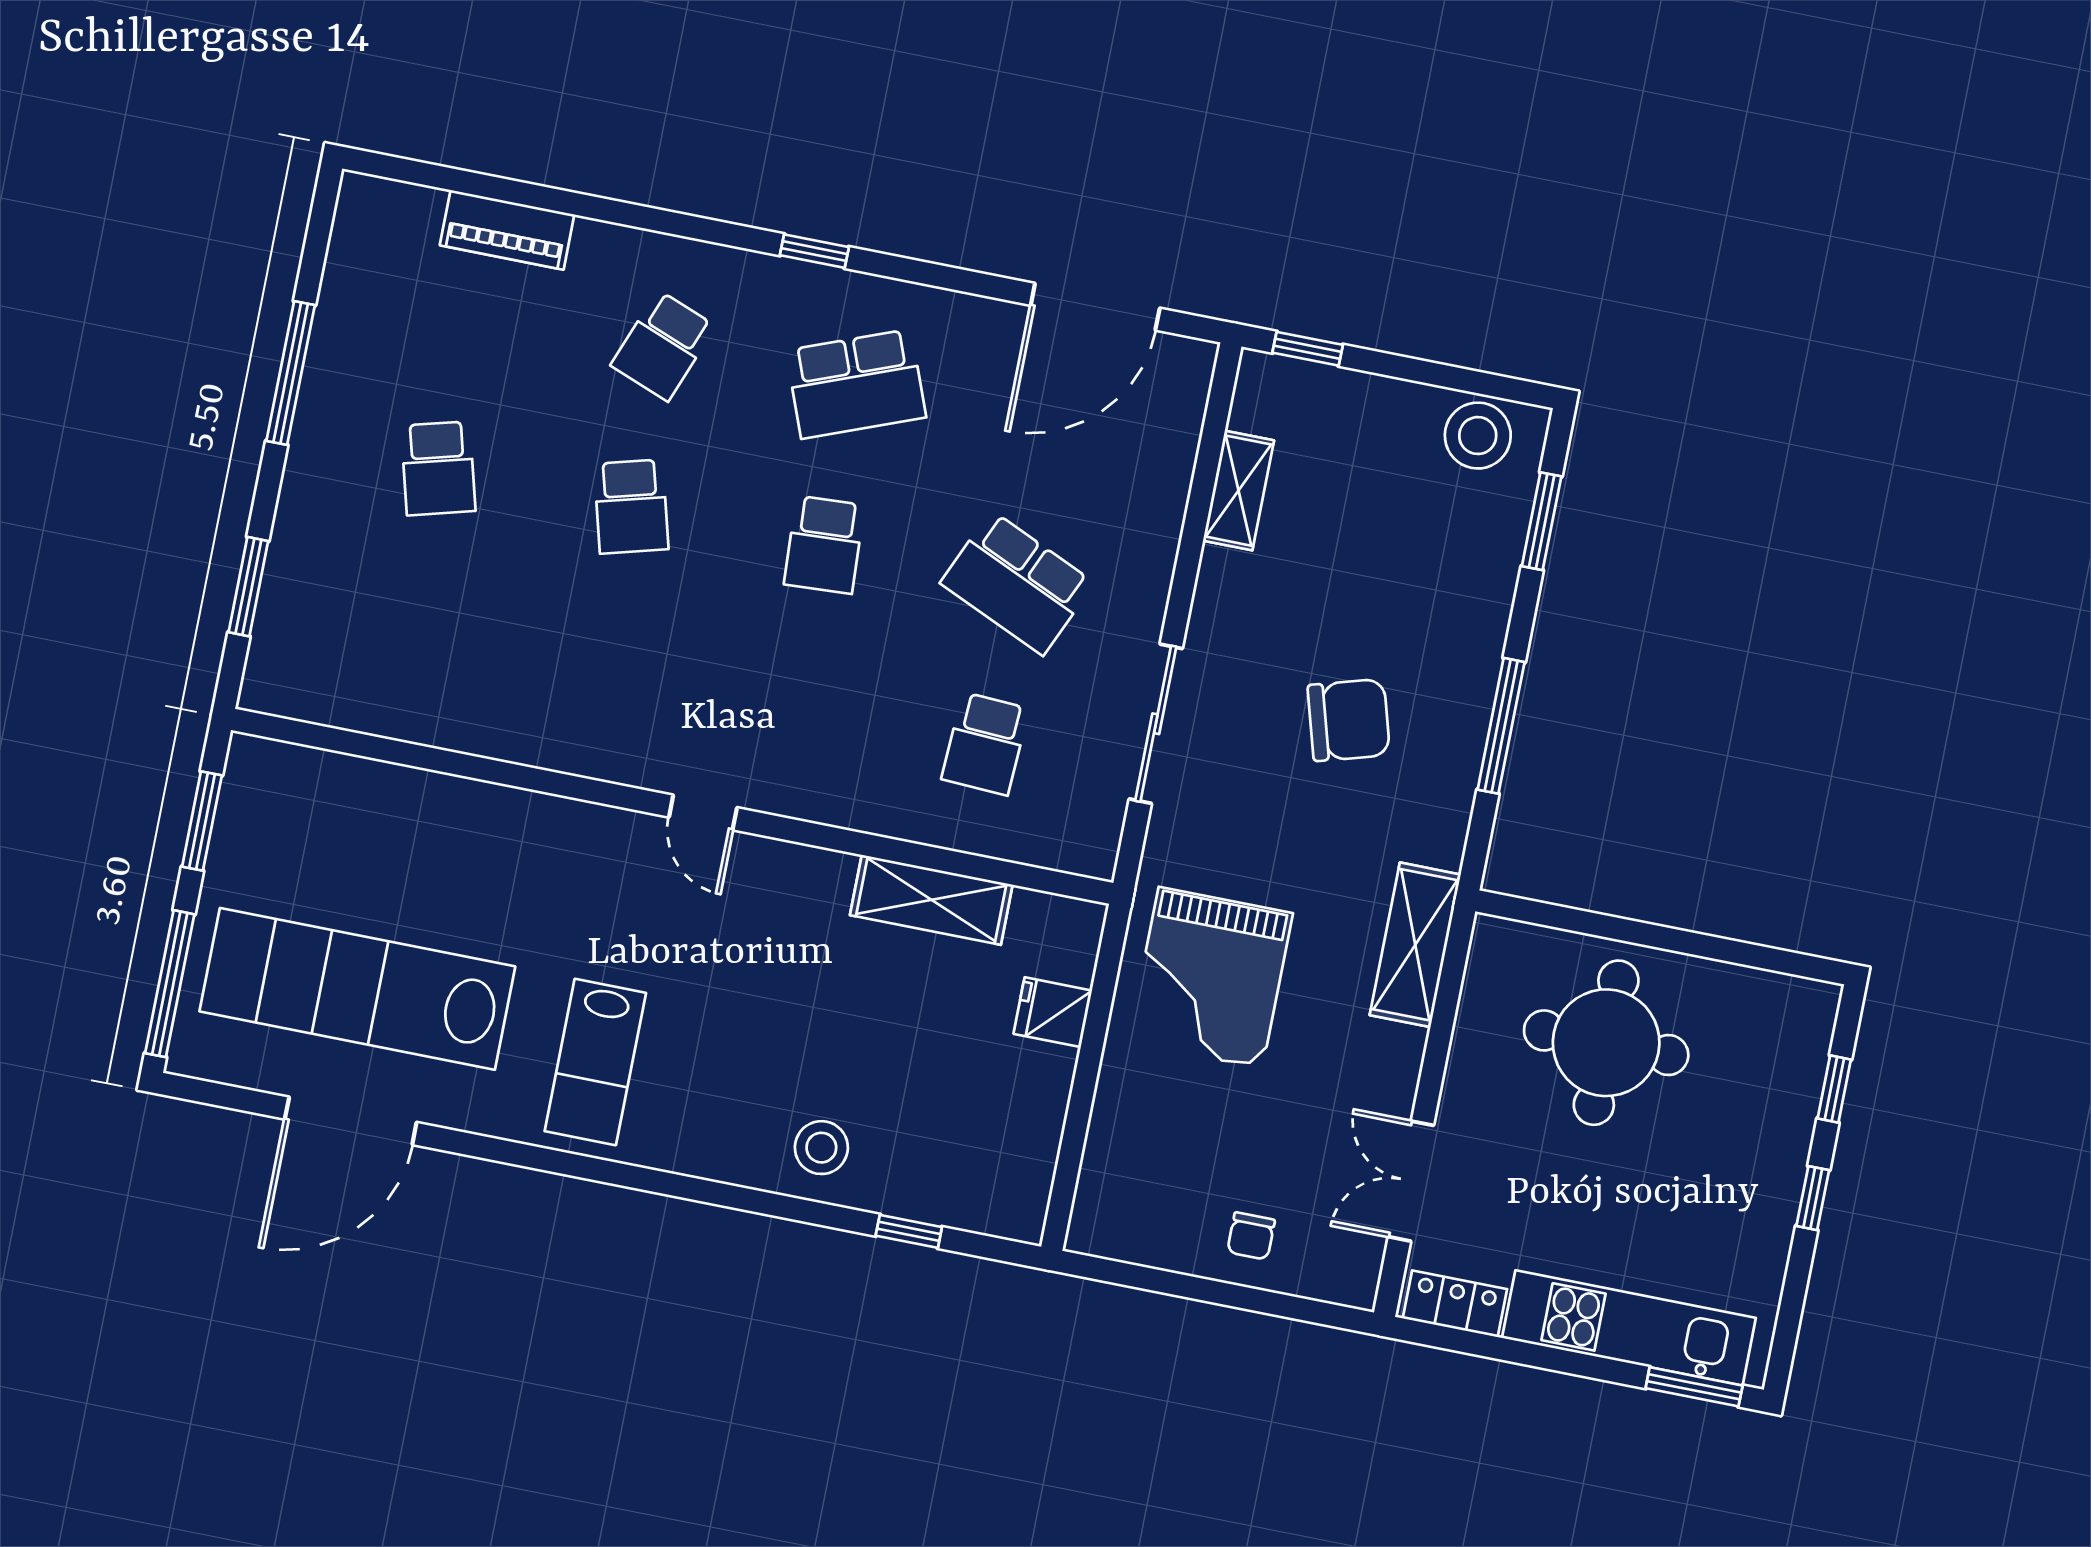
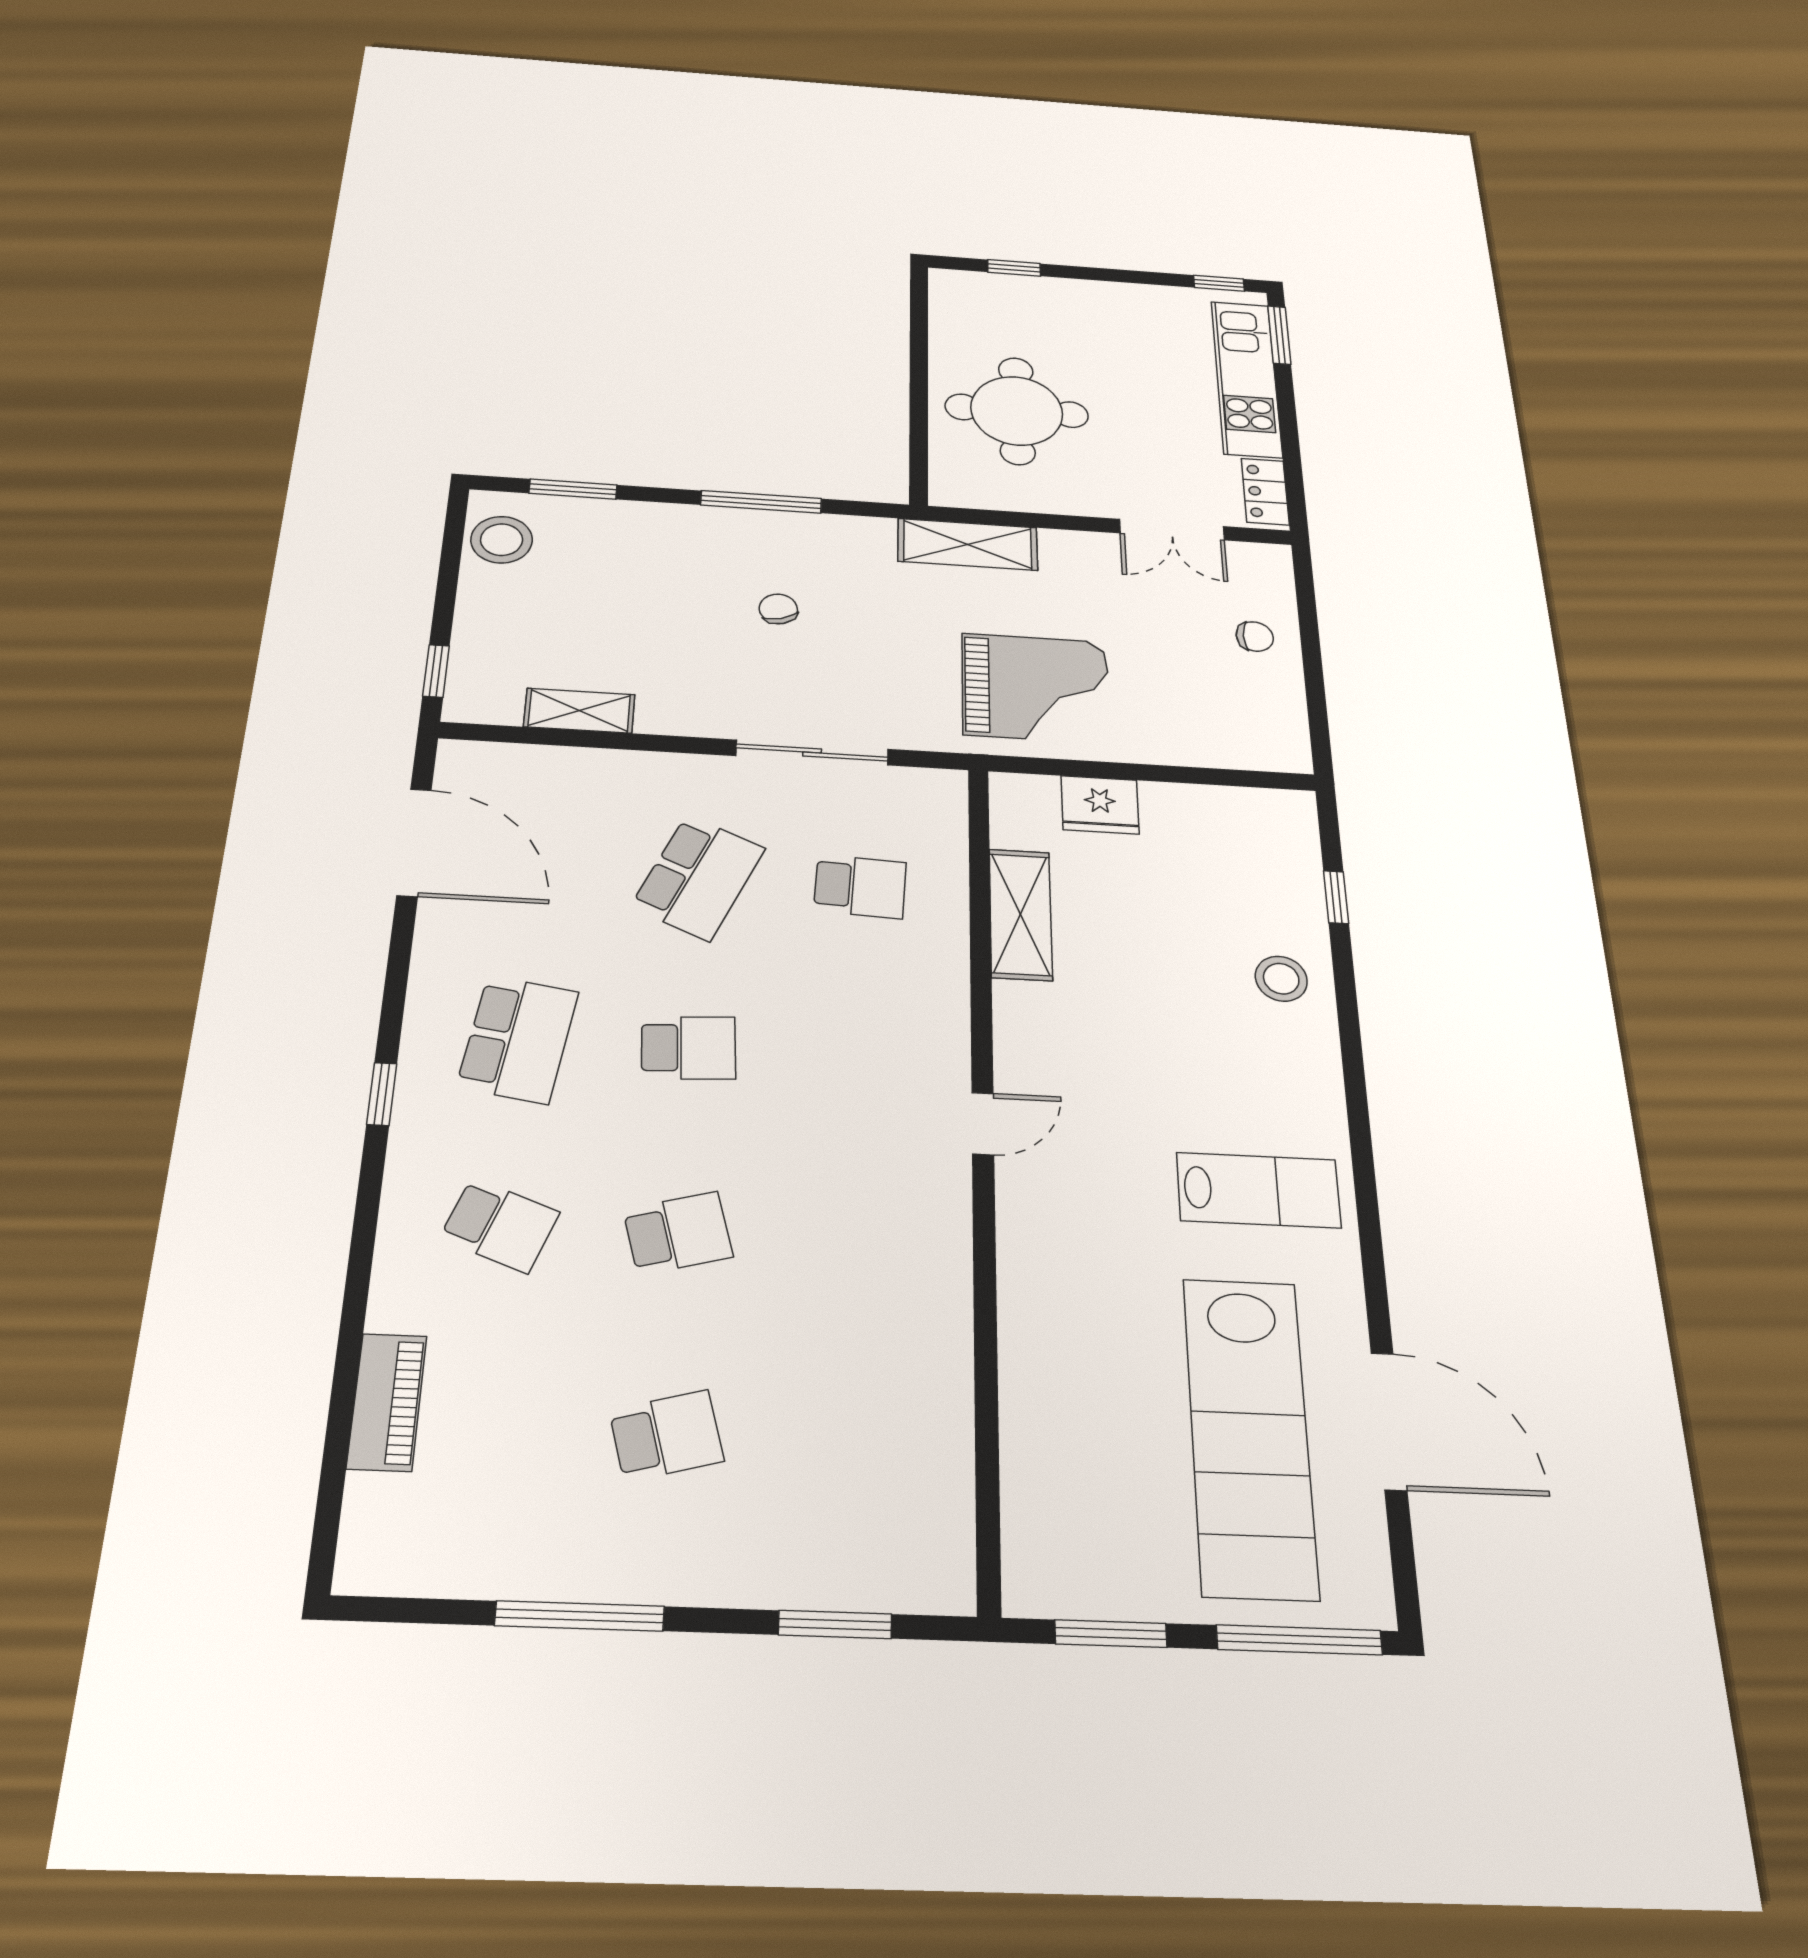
school desk: (856, 384) -> (518, 1039), turned 30
chair: (1349, 720) -> (778, 609), width x0.54, depth x0.54
fridge: (1053, 1012) -> (1100, 805), width x1.38
window: (1813, 1198) -> (1219, 283), moved

